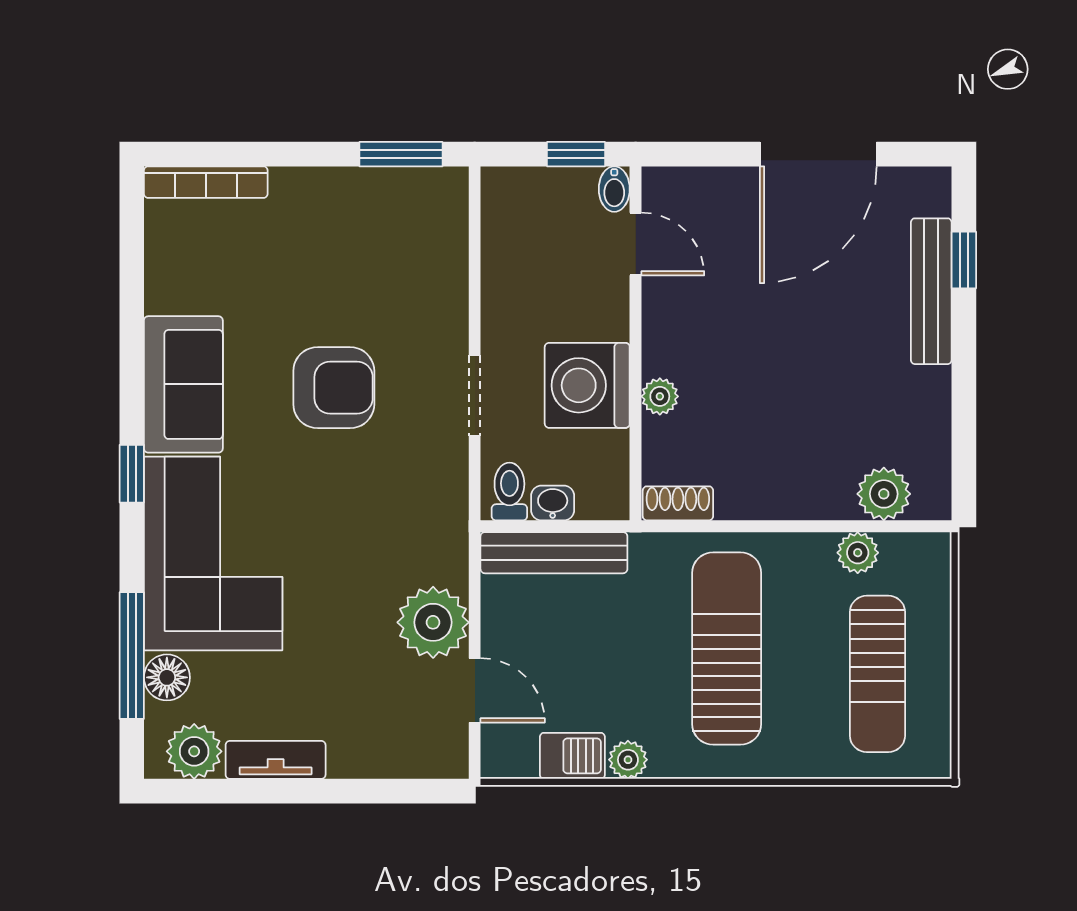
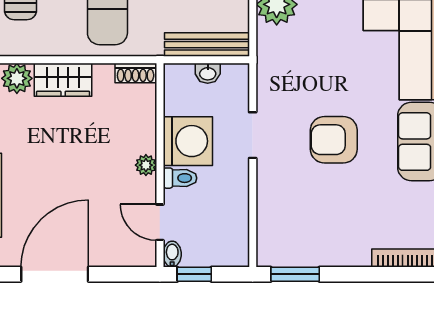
plant: (660, 396) -> (146, 165), moved
toilet: (509, 491) -> (180, 178), moved, turned -90
wardrobe: (804, 492) -> (63, 80), added
plant: (858, 553) -> (32, 45), removed

